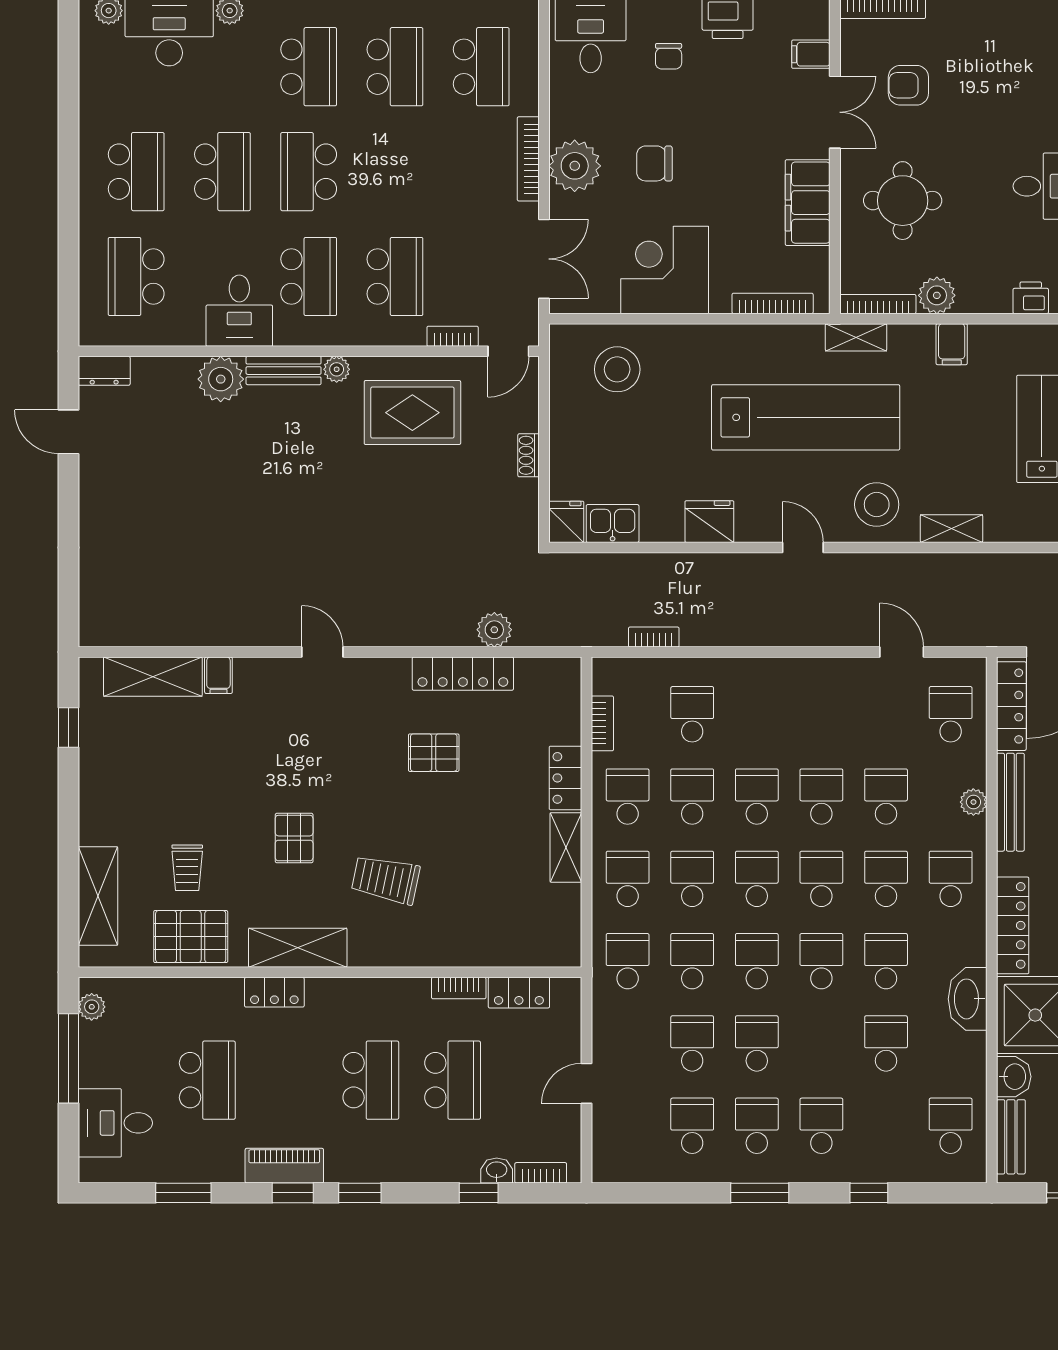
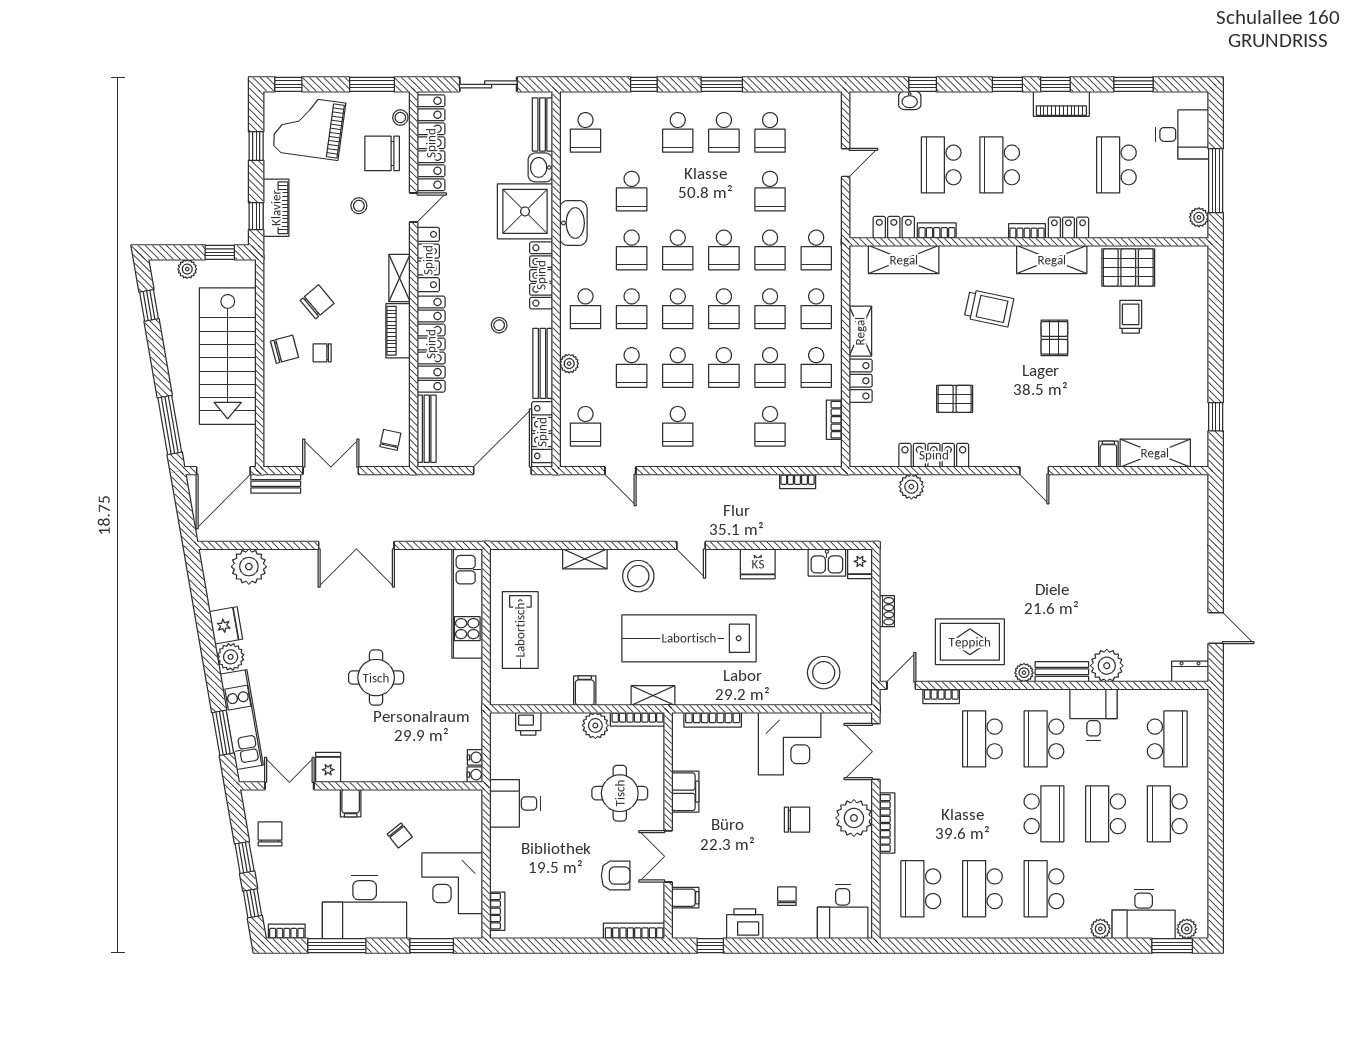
filing cabinet: (808, 203) -> (685, 792), width x0.67, depth x0.86
shelving: (98, 896) -> (904, 260), moved, turned 90
school desk: (757, 1043) -> (678, 426), moved
bookcase: (541, 1173) -> (1027, 231), moved, turned 180

